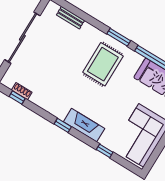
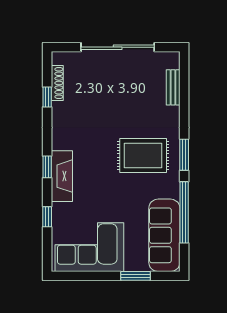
shoe rack: (22, 91) -> (57, 83), width x1.43
window: (17, 97) -> (47, 97), moved
window: (63, 125) -> (47, 167), moved

